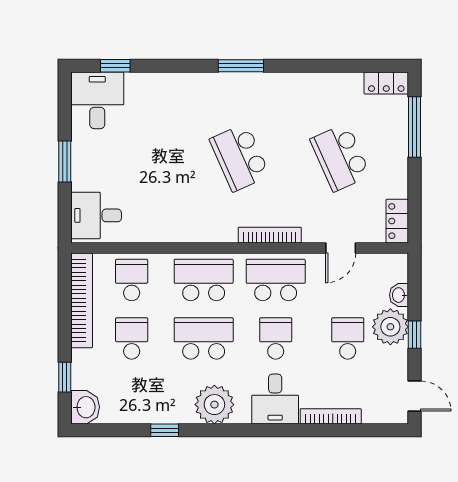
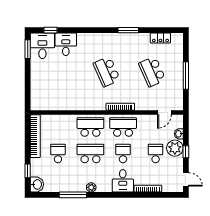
window: (241, 66) -> (128, 30), moved
locker: (386, 83) -> (160, 38), moved
window: (415, 127) -> (186, 75), moved
window: (65, 162) -> (28, 49), moved
desk: (96, 215) -> (66, 44), moved, turned 90
locker: (397, 221) -> (178, 100), removed
door: (341, 248) -> (164, 113), moved
school desk: (132, 280) -> (58, 127), removed
plant: (214, 405) -> (91, 187), width x0.53, depth x0.53
window: (165, 430) -> (73, 195), width x2.17

